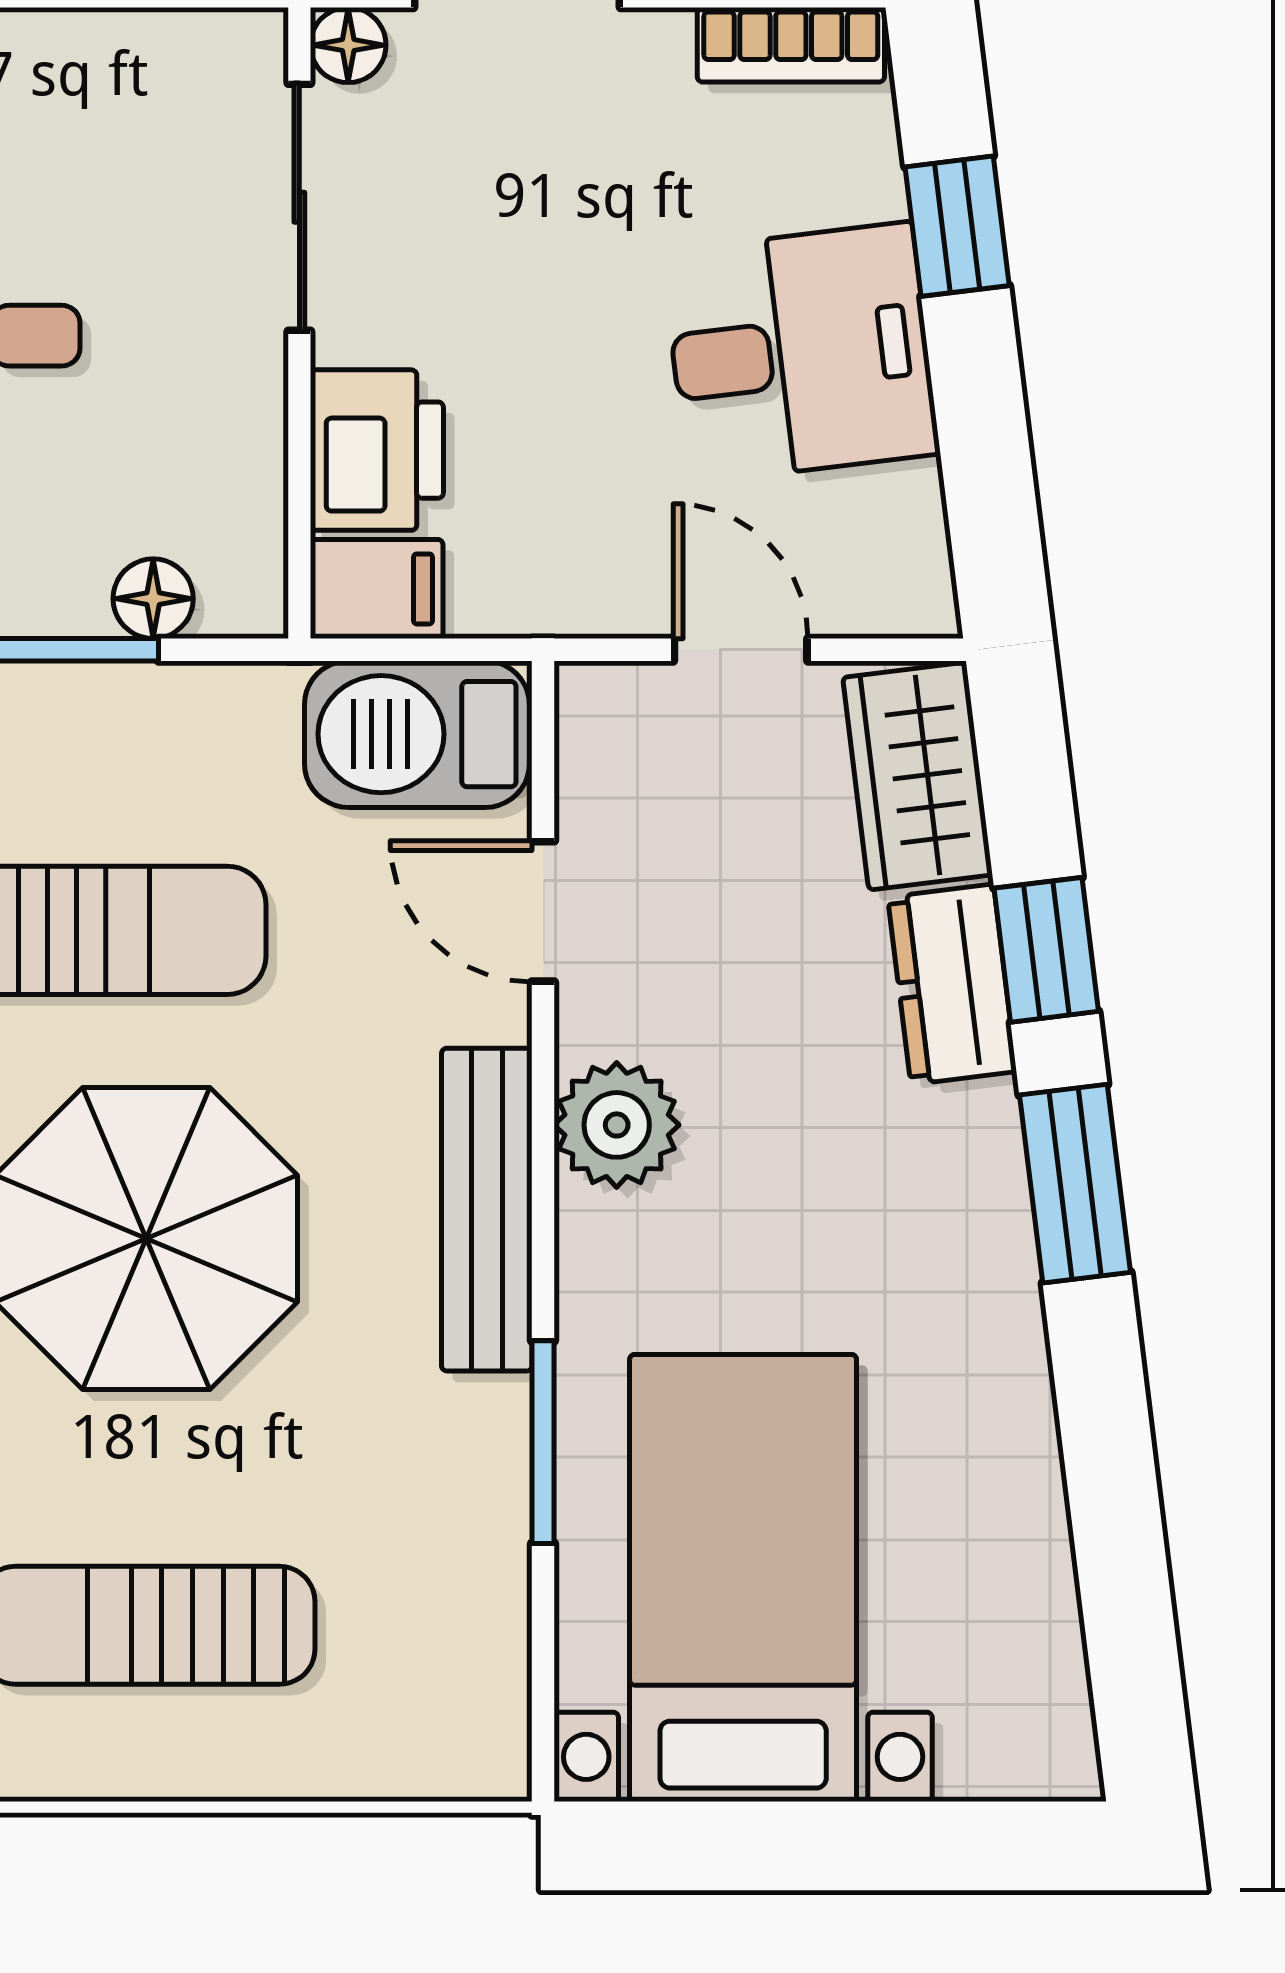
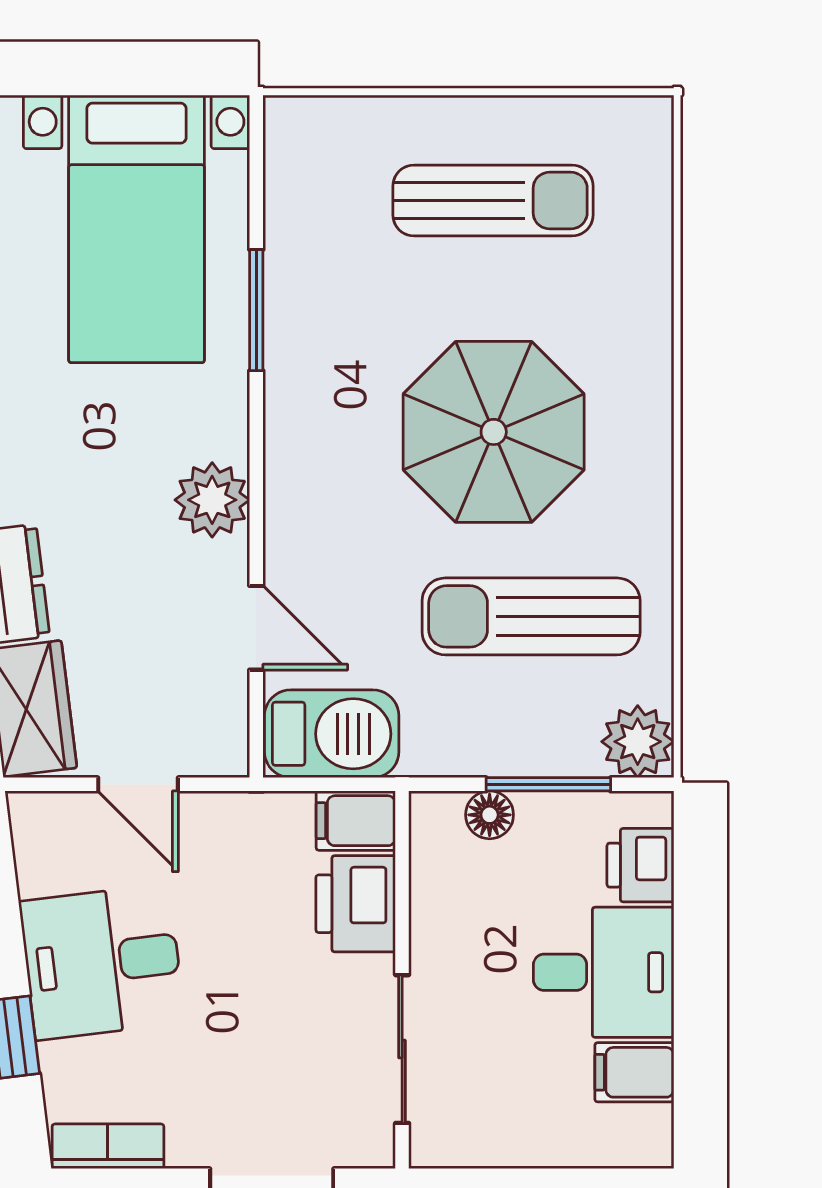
floor lamp: (348, 45) -> (373, 1146), removed
bench: (487, 1210) -> (290, 449), removed

